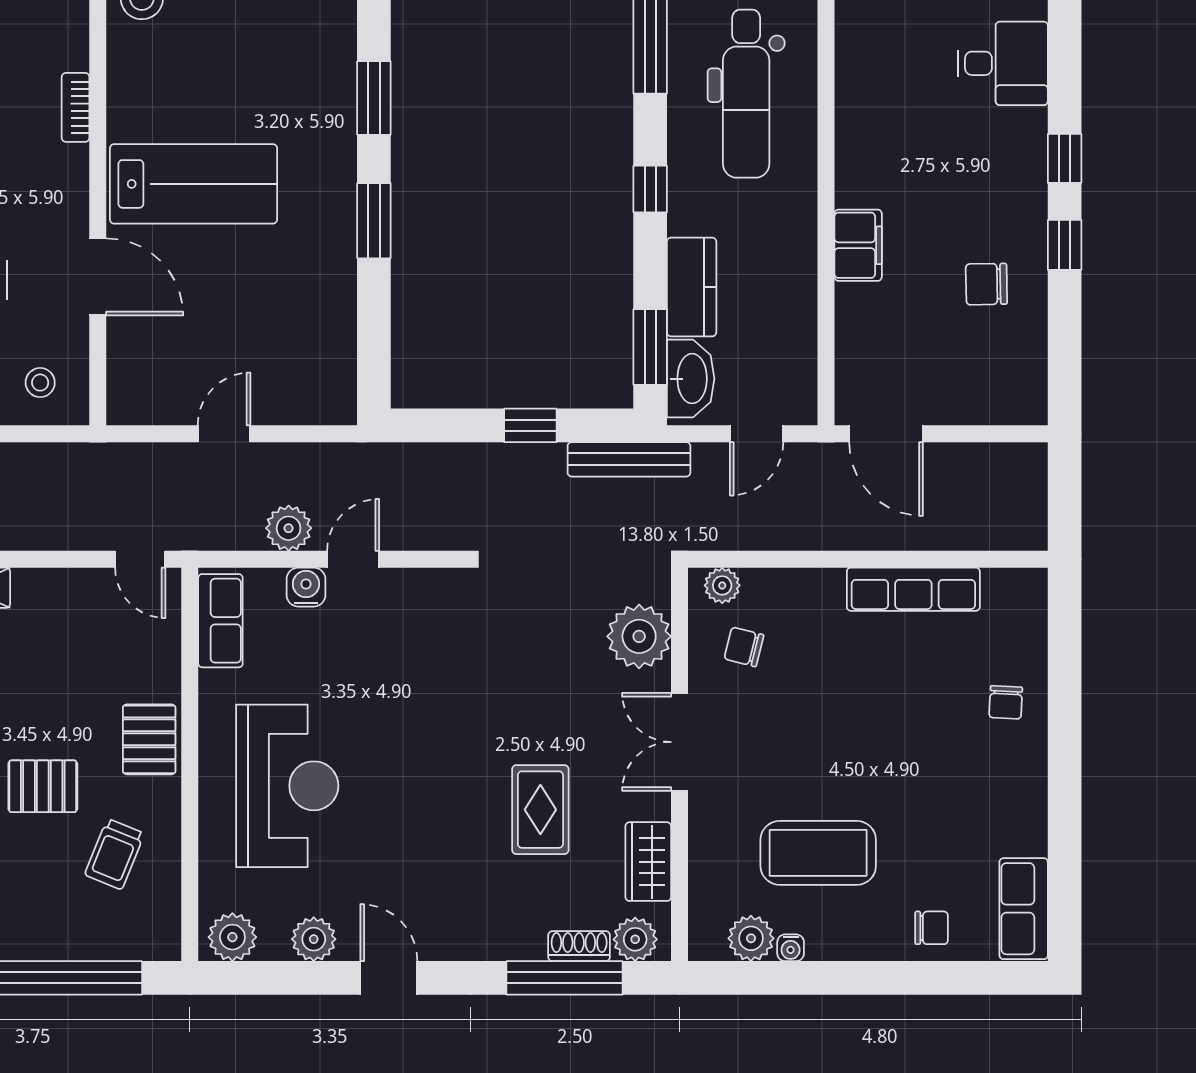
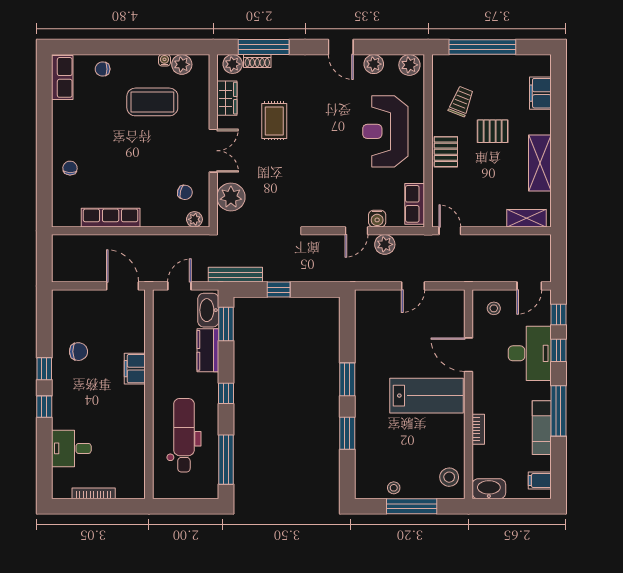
lab bench: (194, 184) -> (426, 396), turned 180

